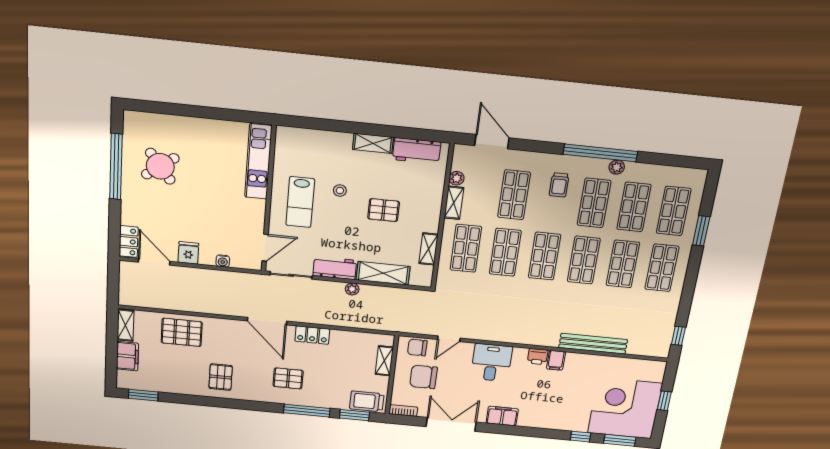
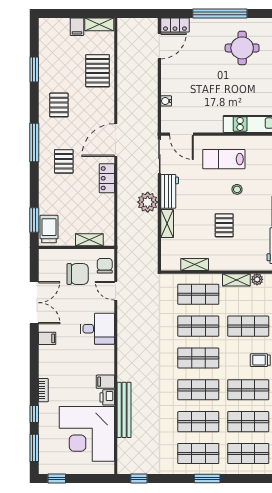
round table: (160, 166) -> (242, 48), turned 37
window: (116, 167) -> (220, 13), moved
window: (701, 231) -> (207, 479), moved
fridge: (188, 253) -> (170, 73), removed
shelving: (383, 273) -> (167, 224), width x0.67, depth x0.75
plant: (352, 289) -> (148, 202), width x1.88, depth x1.88
filing cabinet: (127, 356) -> (77, 27), width x0.50
printer: (538, 357) -> (107, 397), moved
pallet: (221, 377) -> (59, 105), turned 90
chair: (424, 377) -> (78, 274), turned 90
window: (143, 395) -> (34, 69), moved
window: (664, 401) -> (57, 479), moved
corner desk: (625, 408) -> (87, 434), moved, turned 180
bookcase: (403, 410) -> (43, 390), moved
window: (307, 411) -> (34, 142), moved
filing cabinet: (502, 416) -> (47, 338), width x0.50

